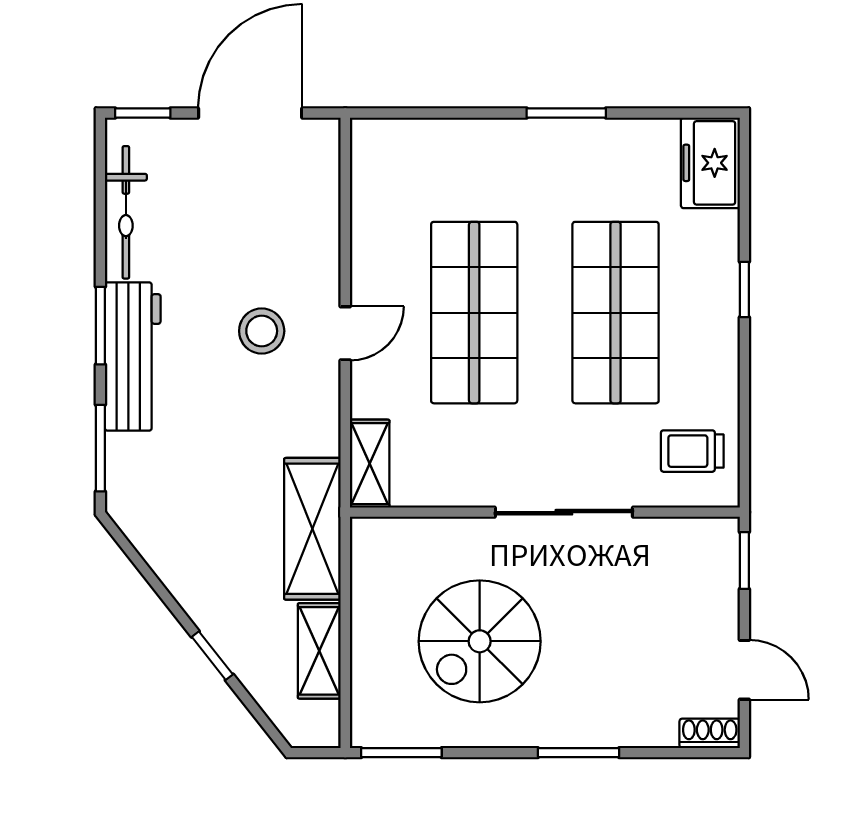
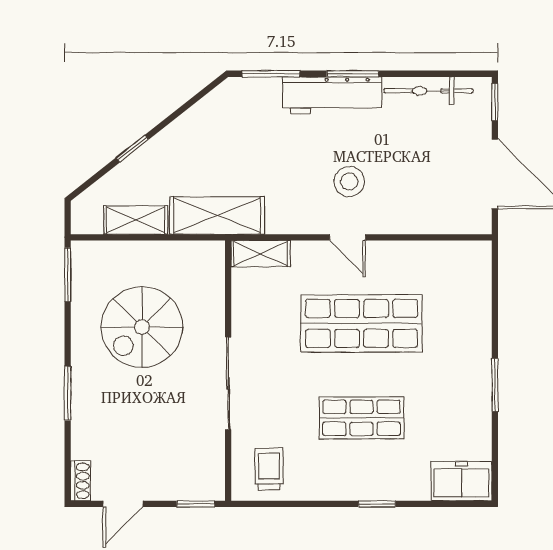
shop shelf: (616, 313) -> (362, 418), width x0.70, depth x0.74
spiral stairs: (480, 641) -> (142, 327), turned -90

